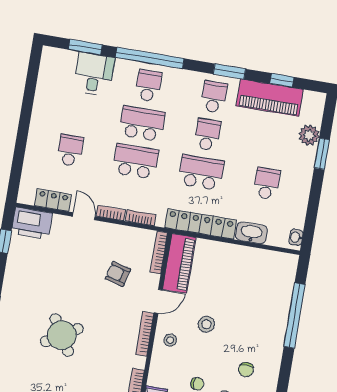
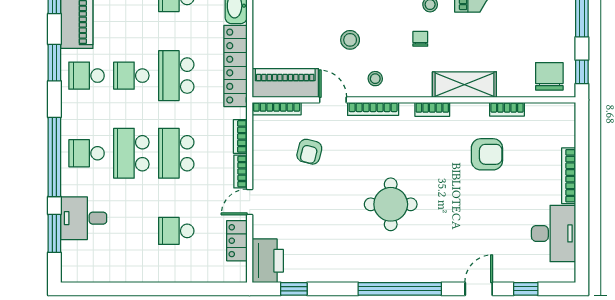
round table: (62, 335) -> (391, 204), turned 31

